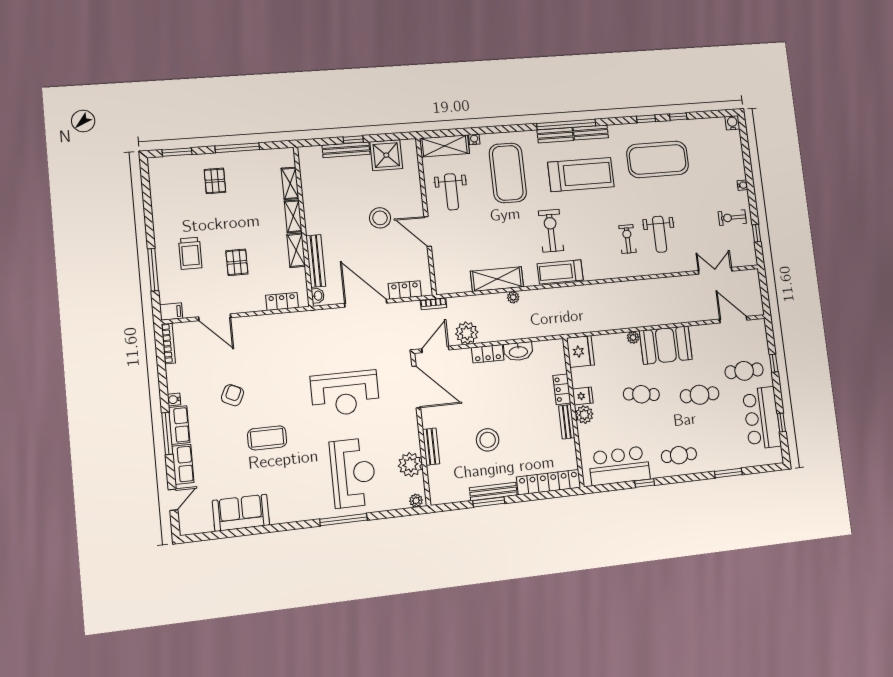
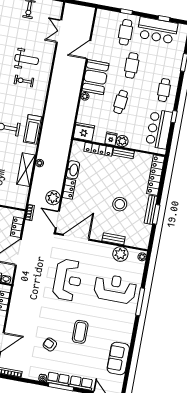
door: (733, 320) -> (88, 50), moved
locker: (562, 389) -> (98, 149), width x1.53

